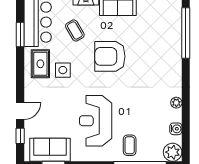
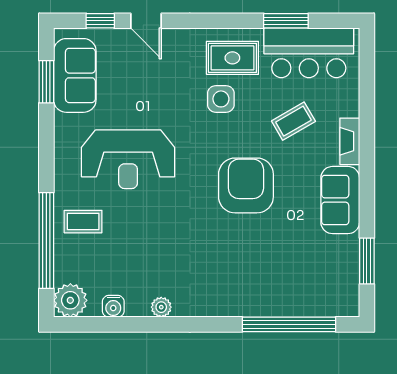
reception desk: (96, 121) -> (128, 159), turned 180

